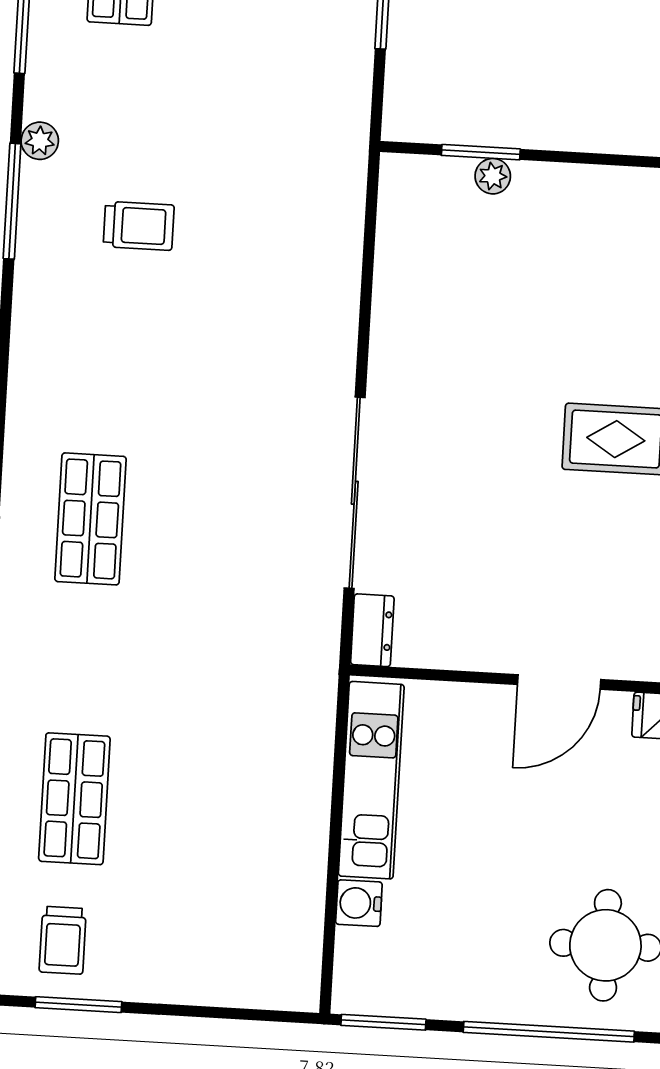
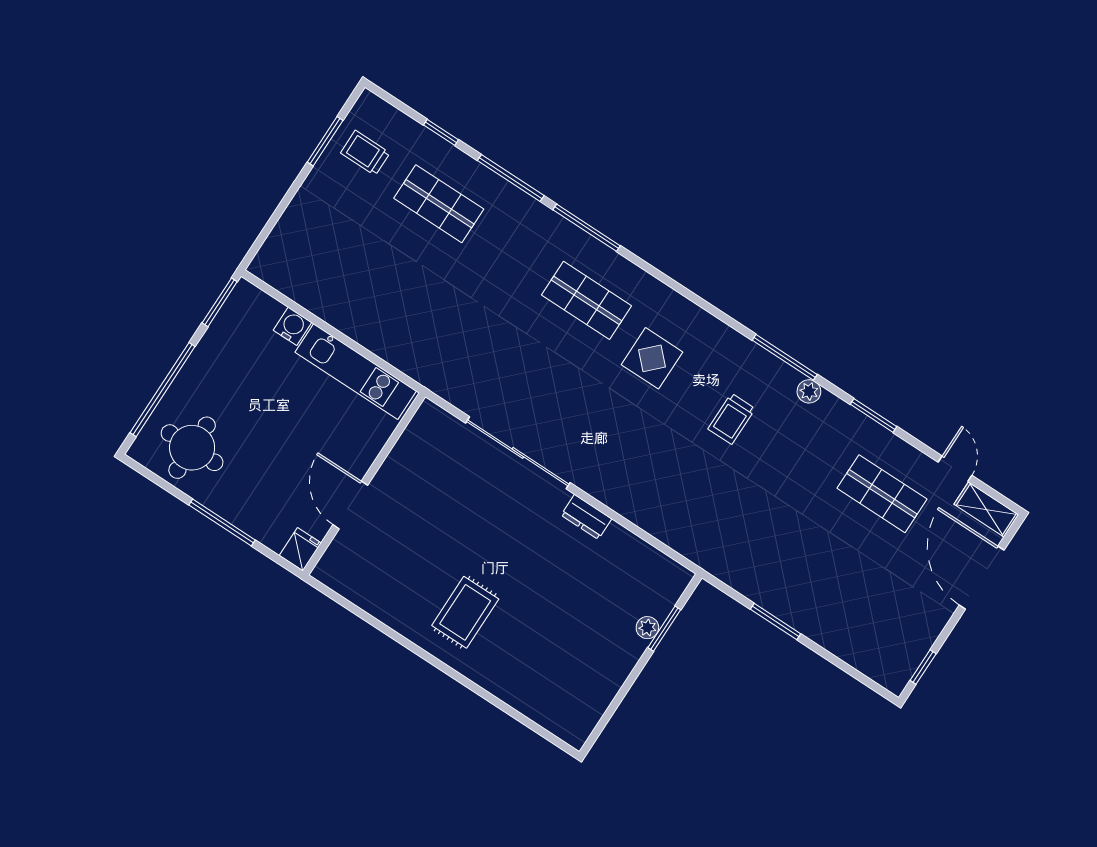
display table: (118, 383) -> (652, 358), added
dresser: (372, 630) -> (586, 517), moved

